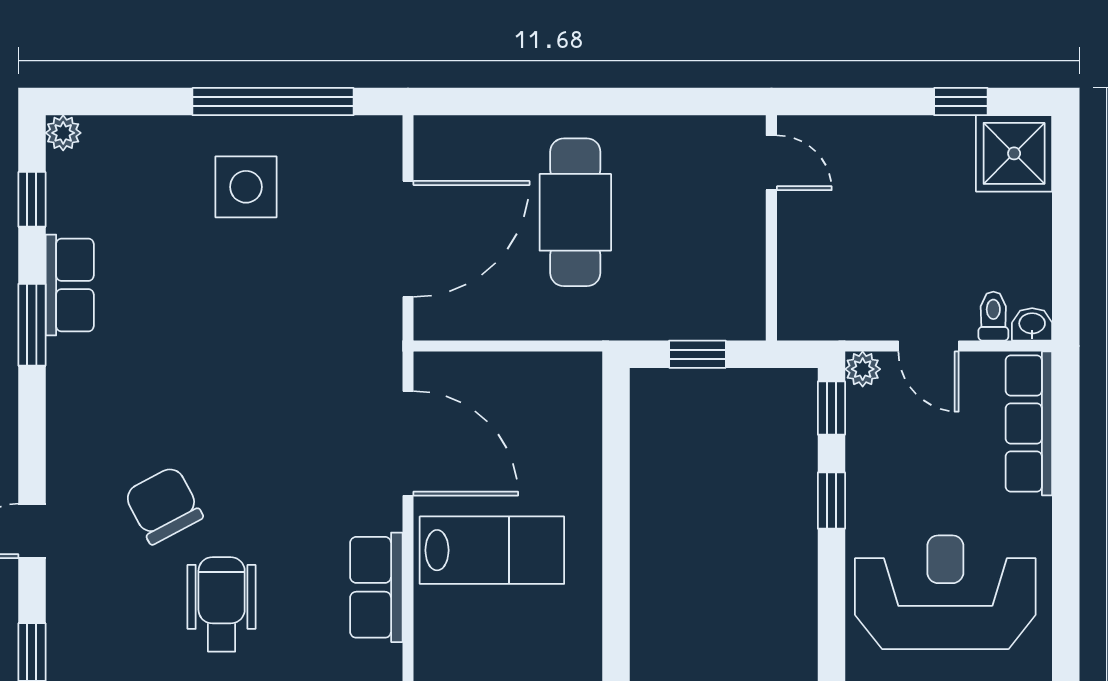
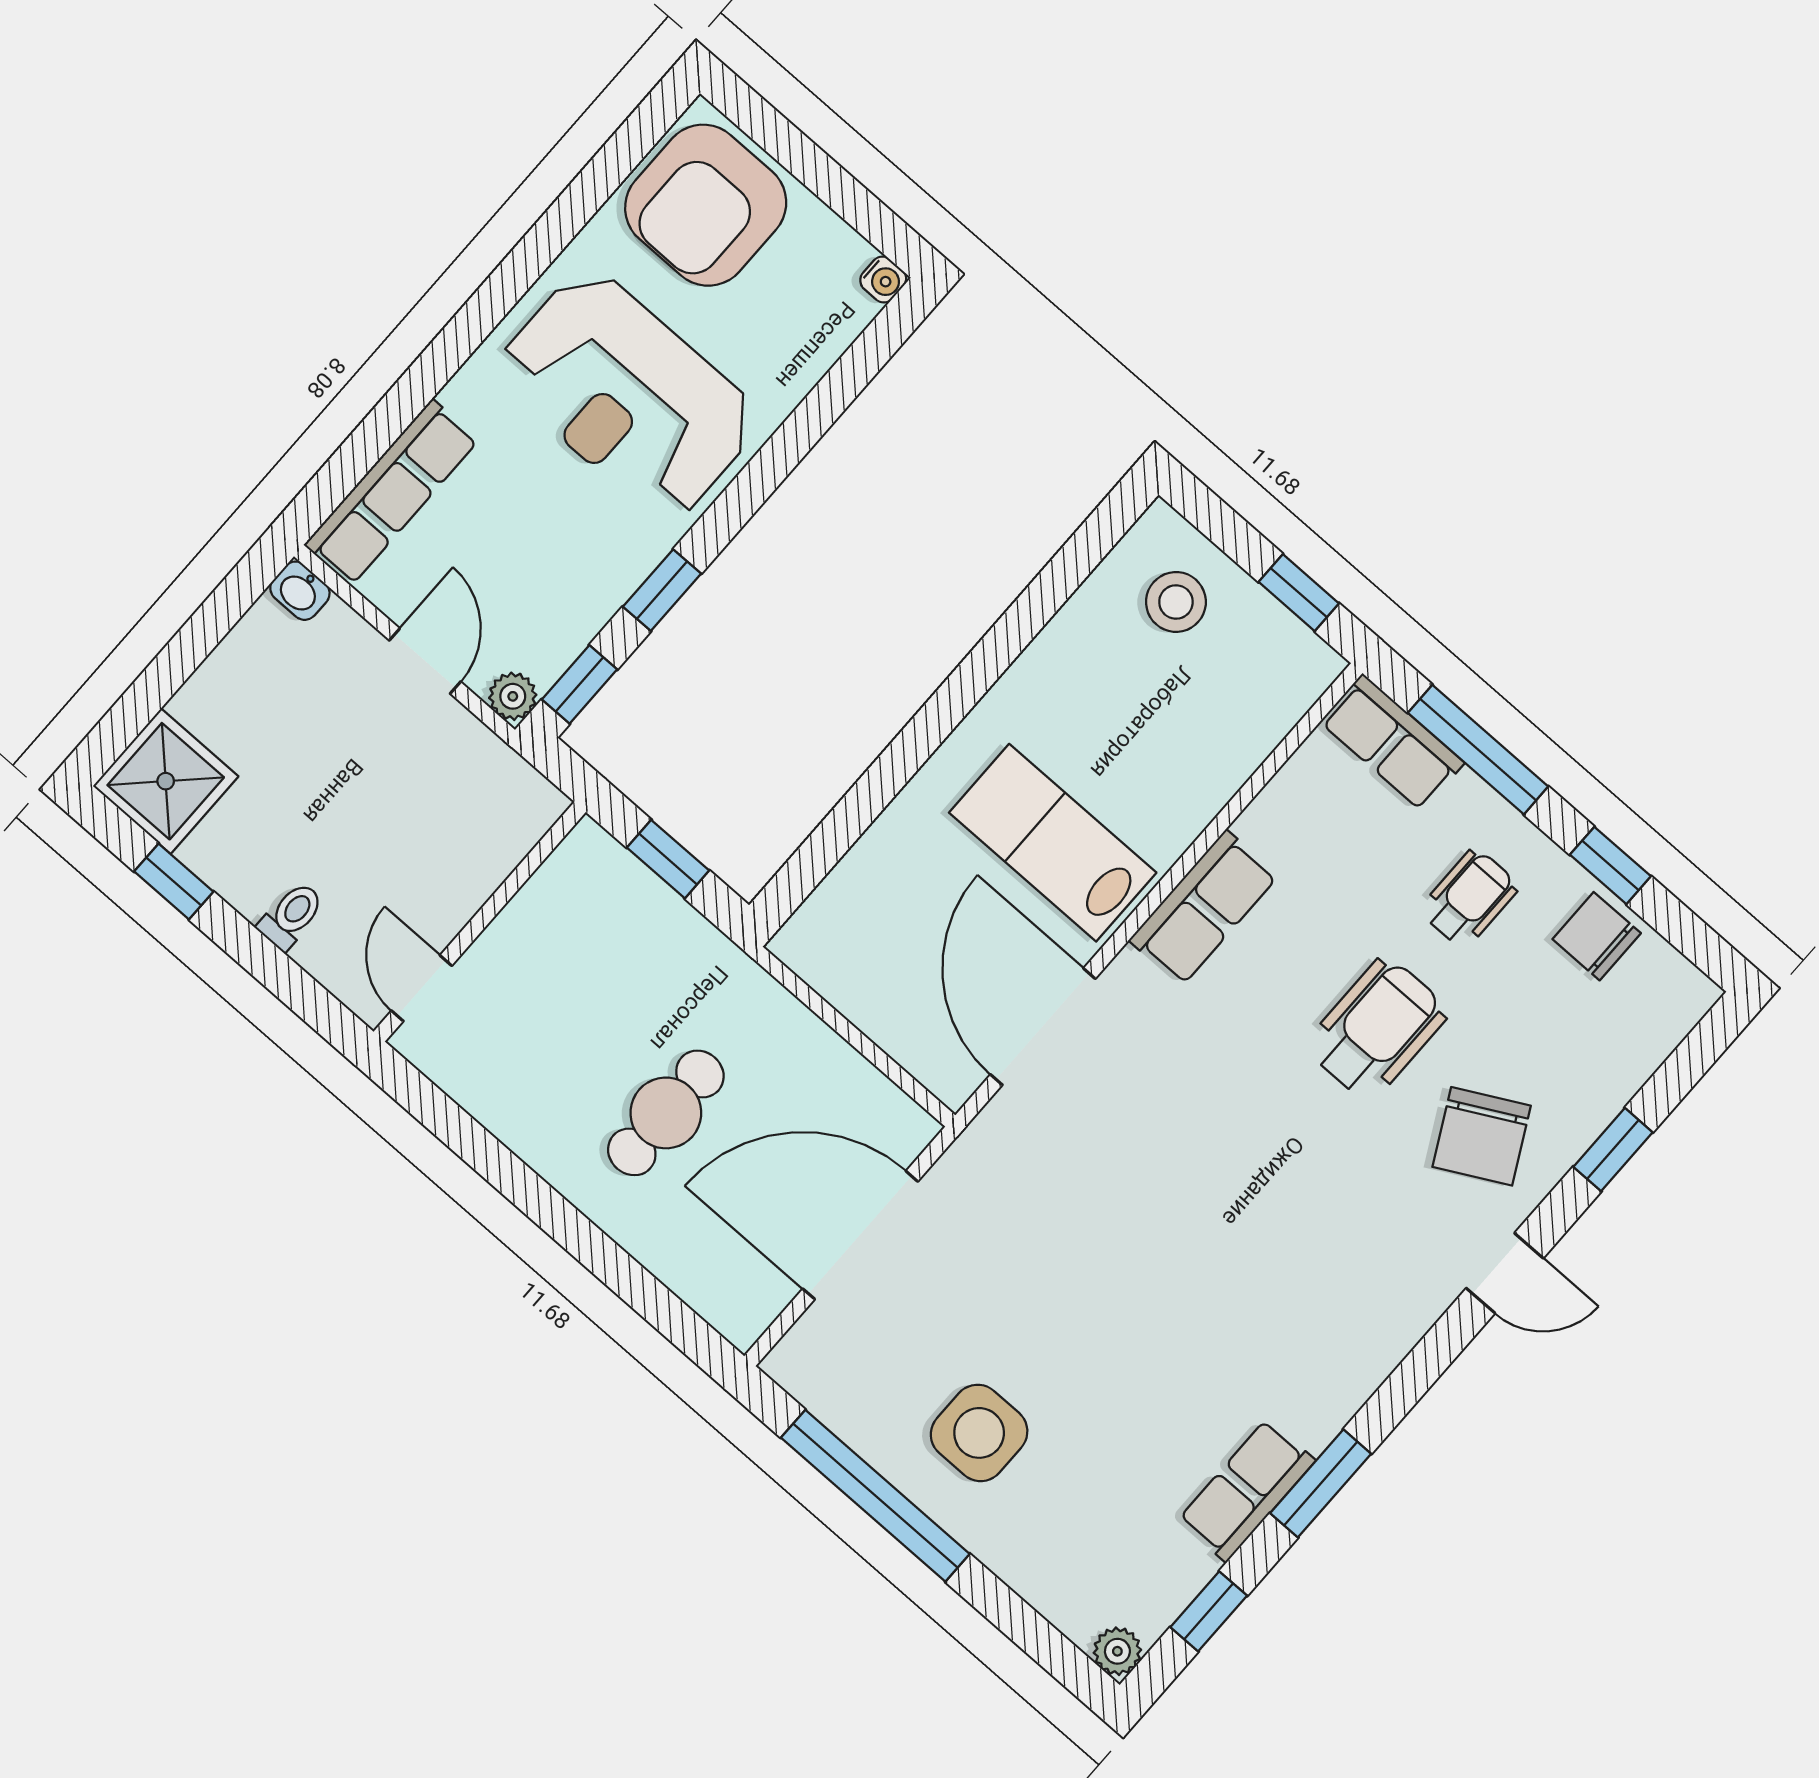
cafe table: (575, 212) -> (666, 1113), width x0.73, depth x0.74
toilet: (993, 316) -> (291, 916), moved, turned 180
chair: (163, 505) -> (1482, 1136), moved
wheelchair: (222, 604) -> (1377, 1029), turned 180

